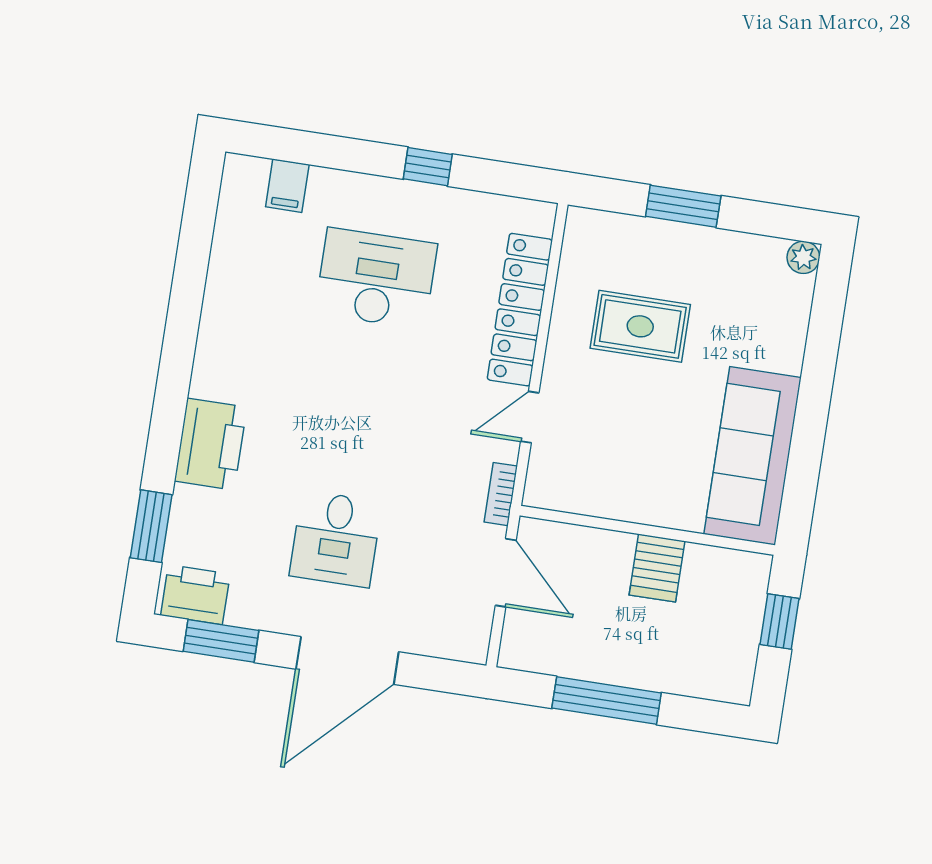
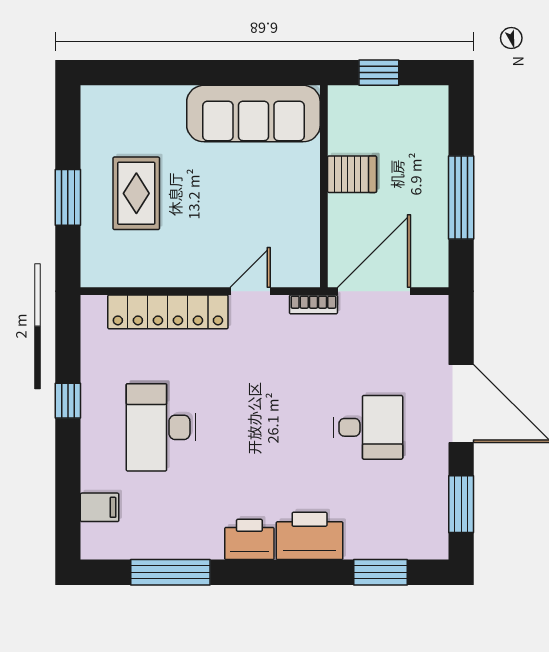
plant: (803, 257) -> (93, 98), removed
window: (192, 262) -> (170, 572), added
rug: (640, 326) -> (136, 193), moved
door: (530, 417) -> (250, 291), swing flipped
door: (506, 573) -> (374, 291), width x1.36
printer: (195, 595) -> (249, 539), moved, turned 90

